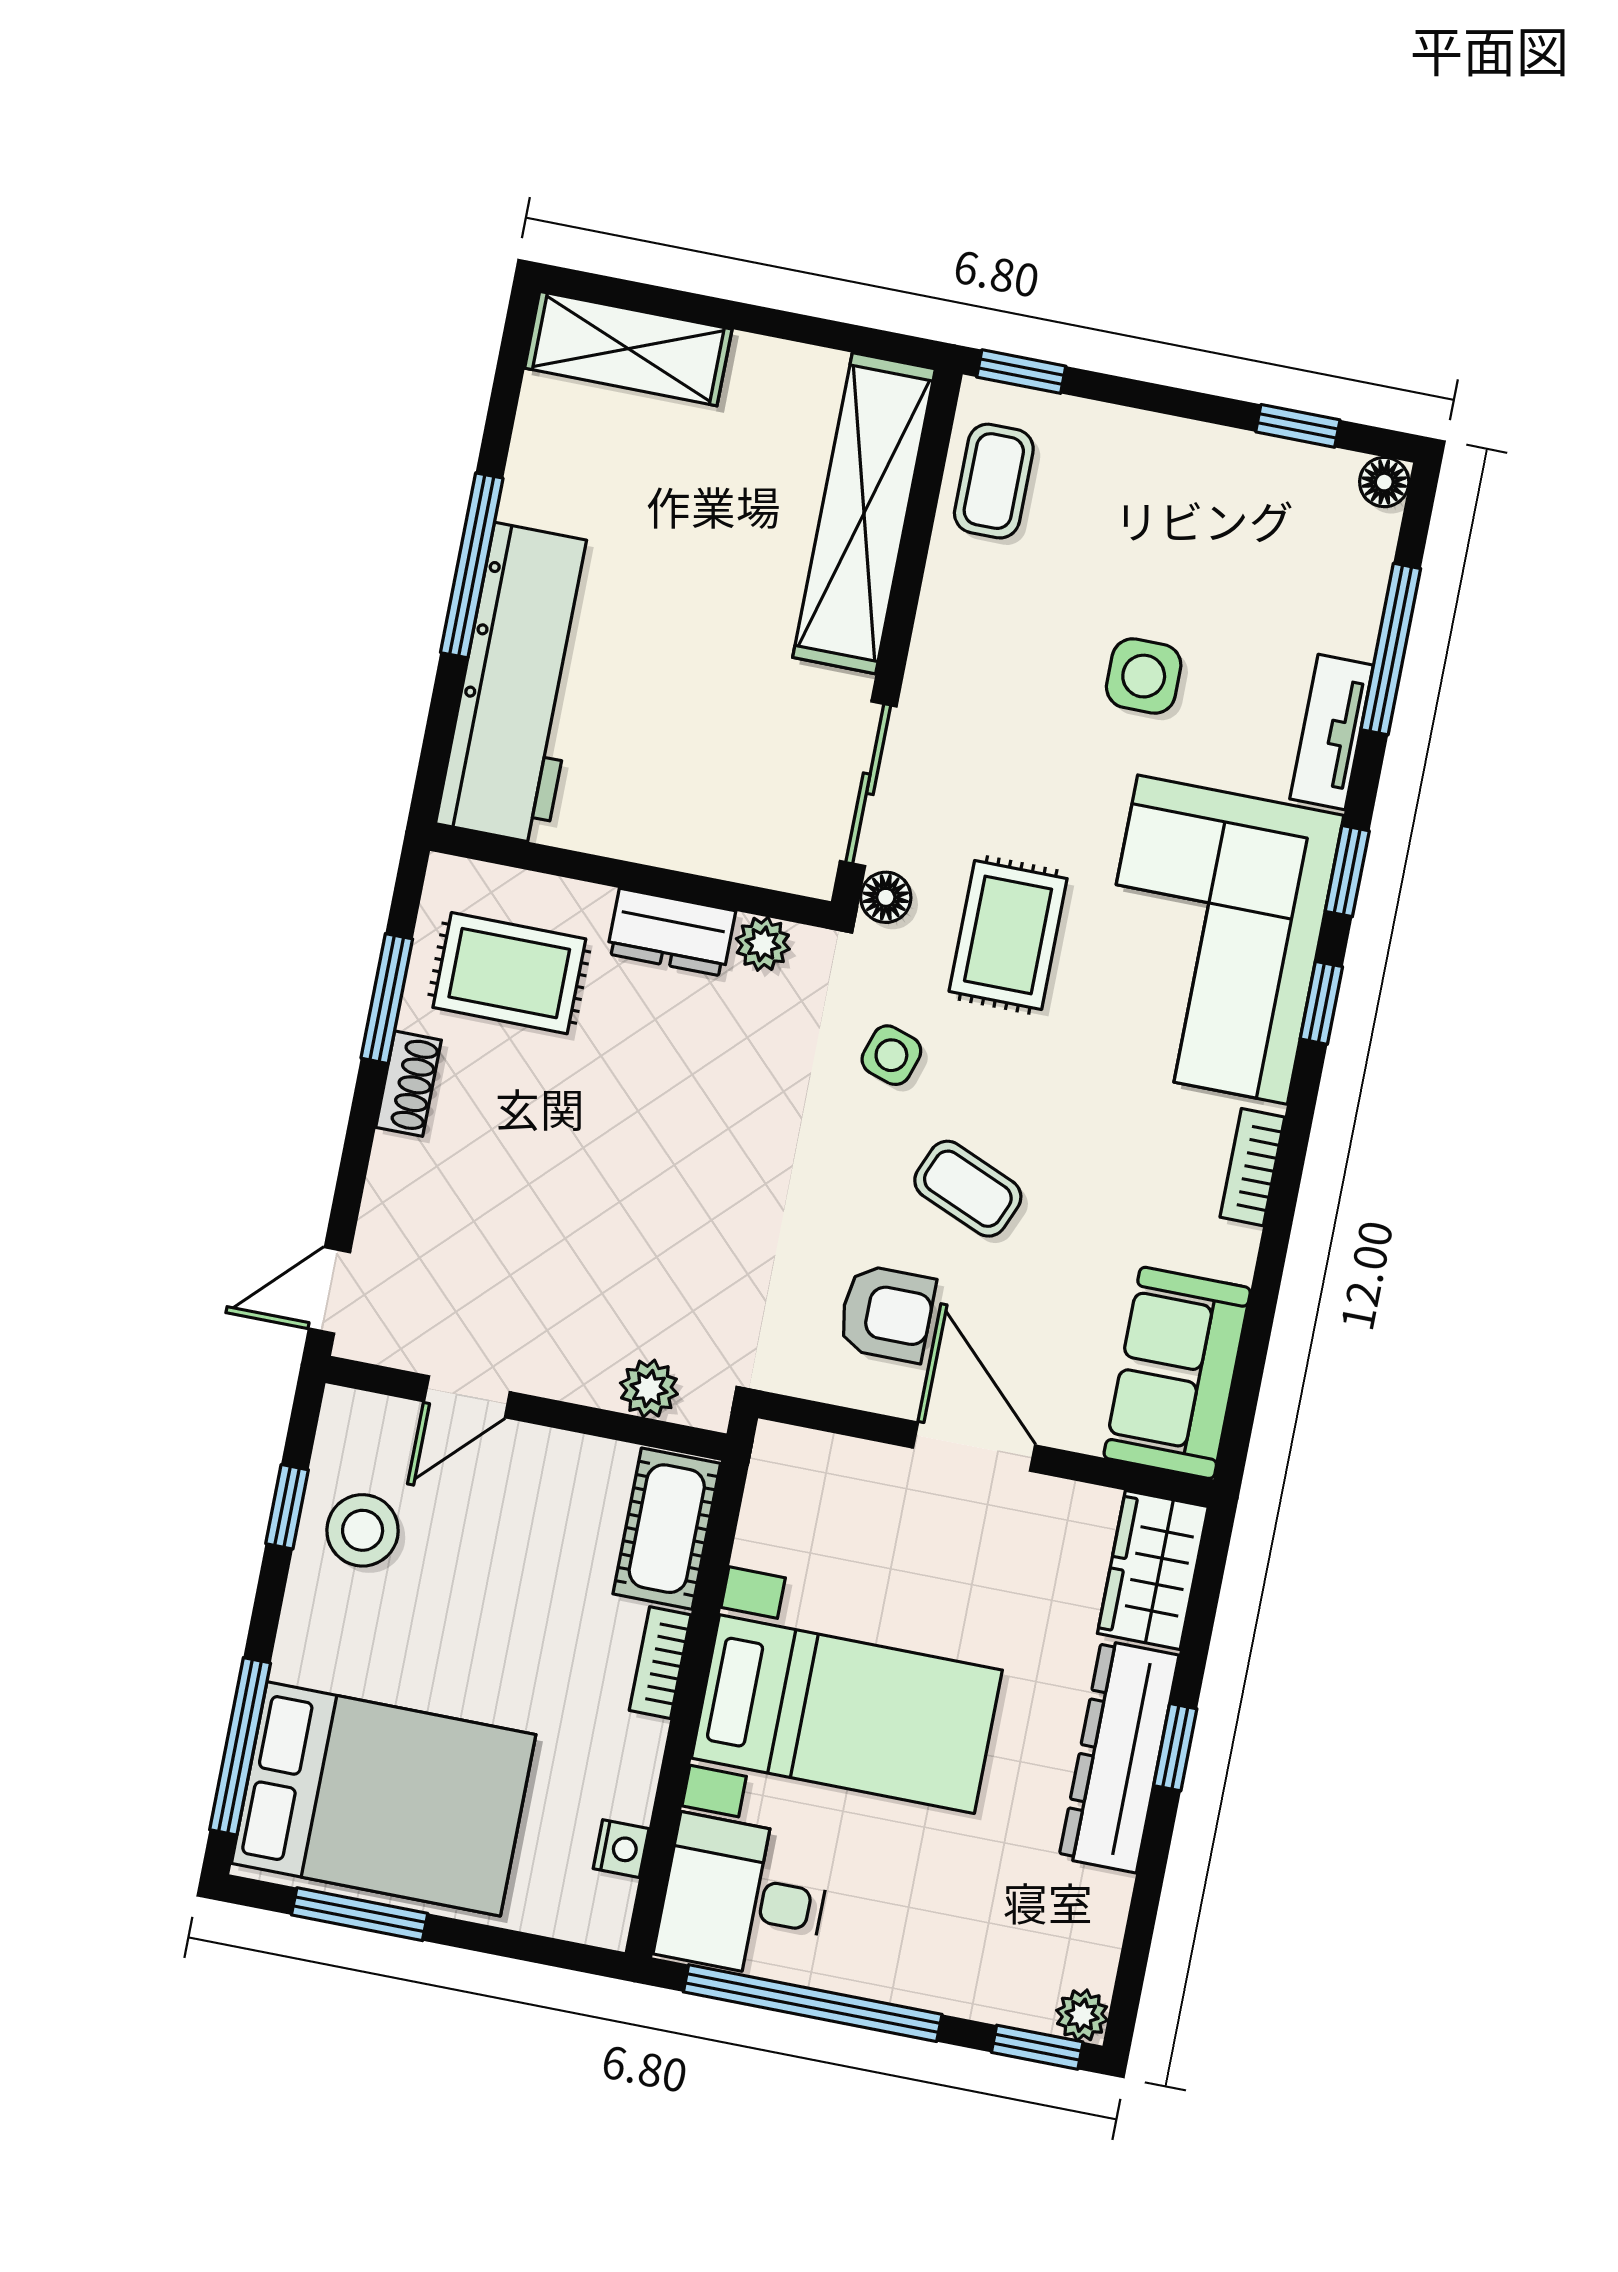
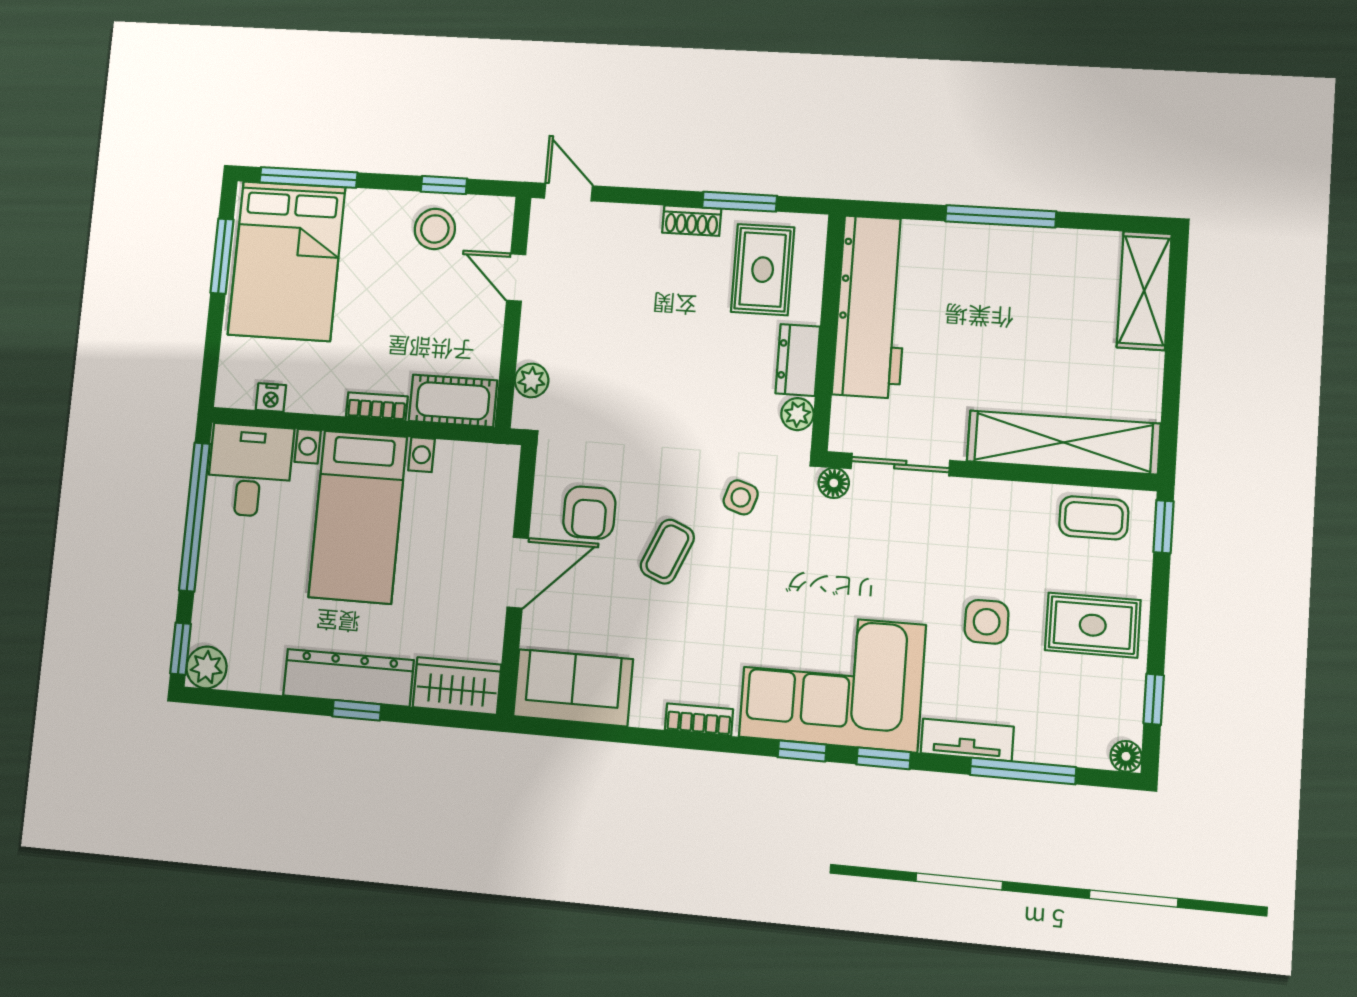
workbench: (520, 684) -> (872, 307), moved, turned -90
rug: (1008, 935) -> (1093, 625), moved
plant: (1082, 2015) -> (207, 667), width x1.38, depth x1.38

